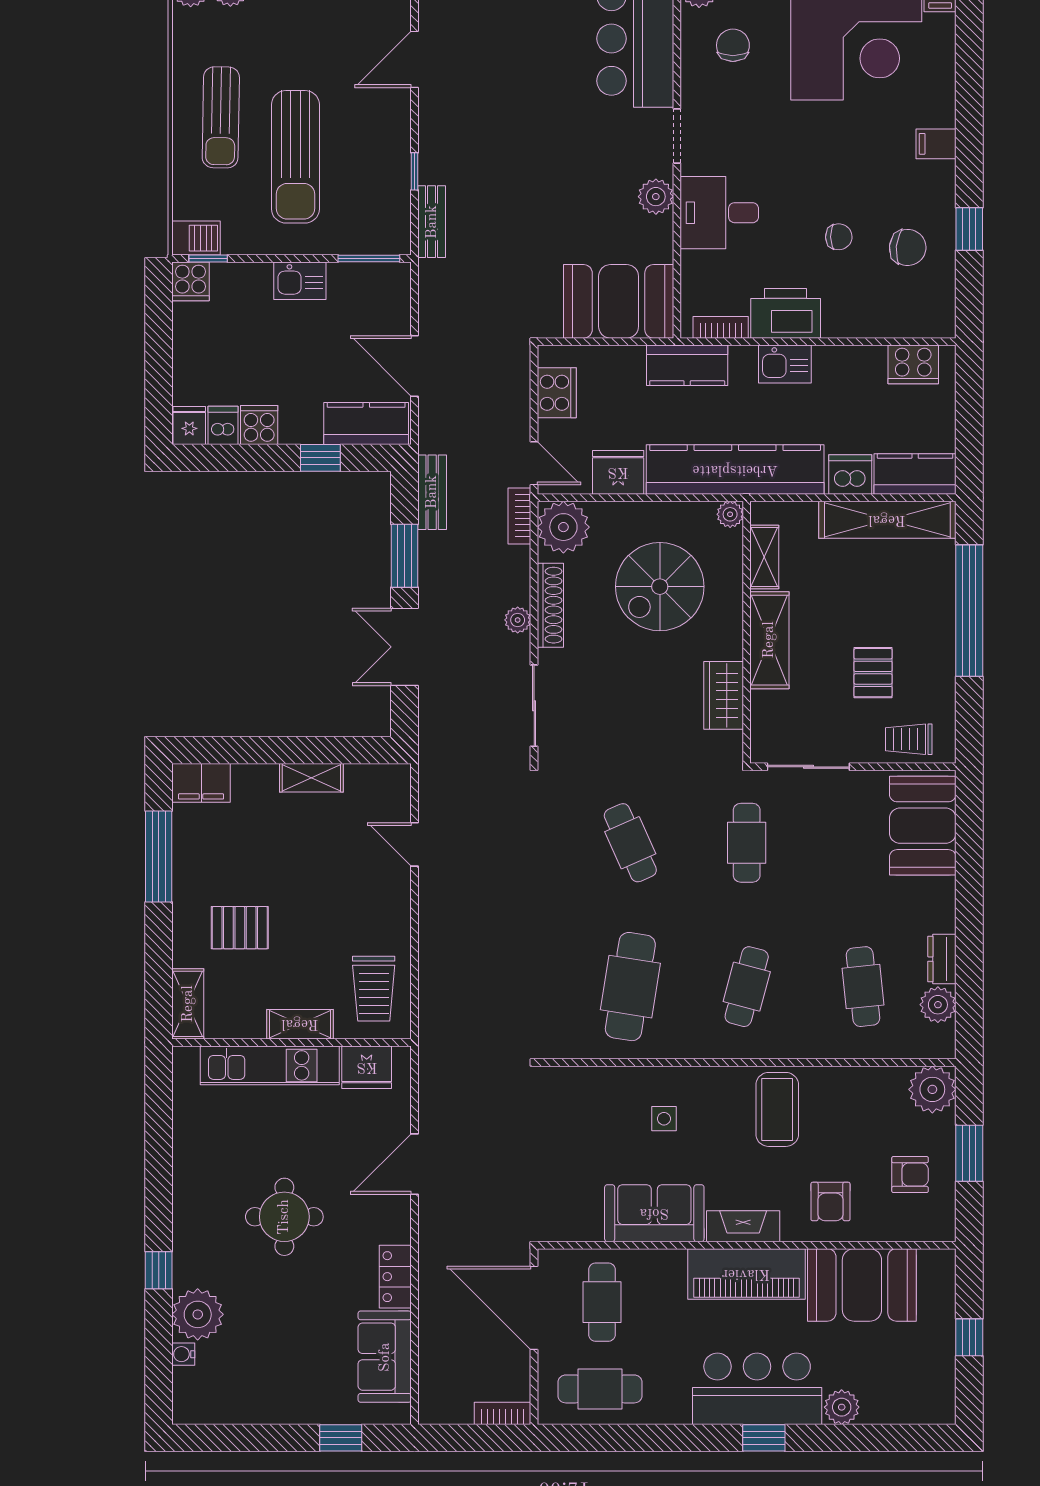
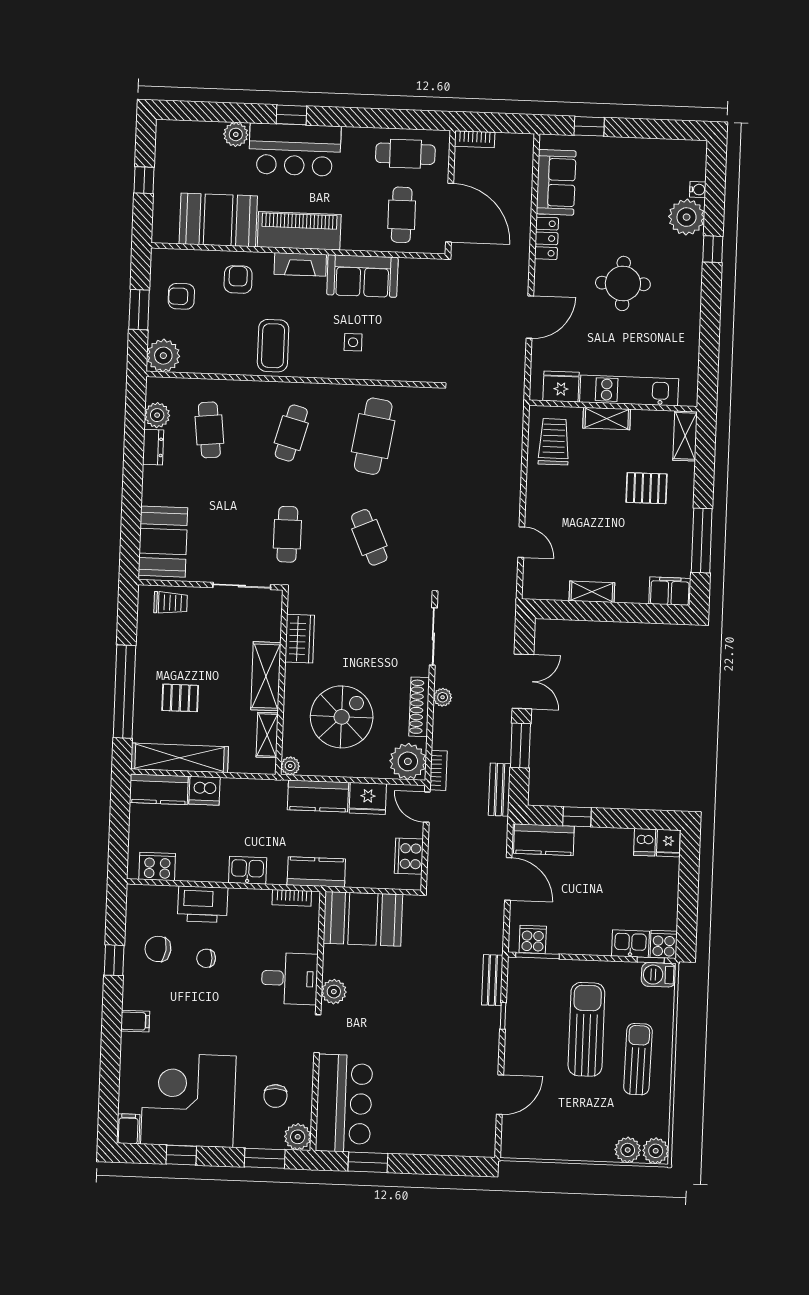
kitchen sink: (300, 281) -> (630, 944), moved
printer: (786, 313) -> (203, 904), moved
cooker: (259, 425) -> (533, 939), moved, turned 180
kitchen counter: (735, 470) -> (318, 796), width x0.48, depth x0.86
pallet: (873, 673) -> (180, 698), moved, turned 90

